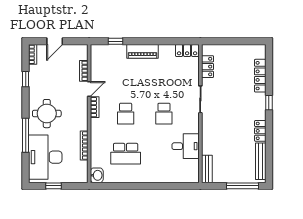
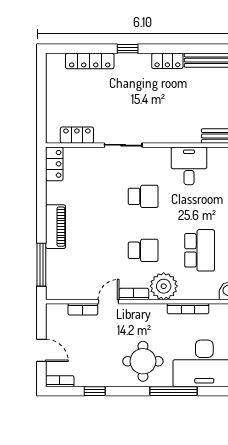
window: (115, 41) -> (41, 265), width x2.17
door: (89, 89) -> (109, 302), hinge flipped
plant: (100, 128) -> (164, 286), added

